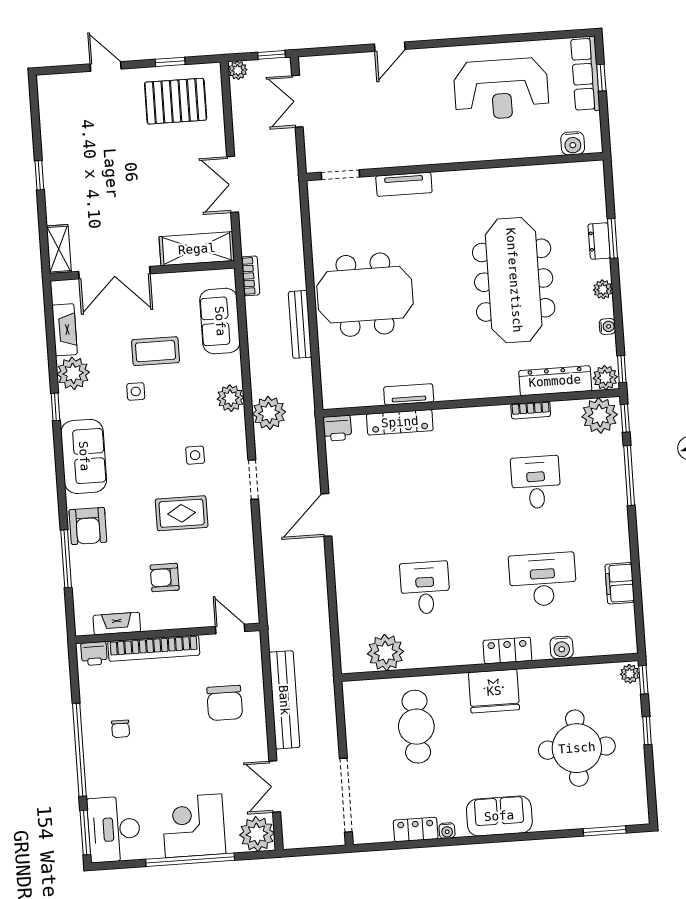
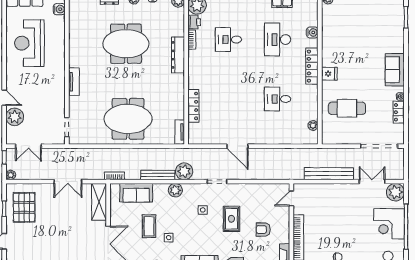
plant: (353, 70) -> (15, 117), added
reception desk: (501, 89) -> (29, 43), turned 180
tv unit: (404, 184) -> (74, 82), moved
meeting table: (514, 280) -> (126, 44), width x0.73
meeting table: (365, 295) -> (128, 119), turned 90
bench: (300, 324) -> (158, 175), moved
dresser: (555, 381) -> (178, 55), moved
tv unit: (409, 394) -> (180, 132), moved
printer: (337, 428) -> (194, 22), moved
armchair: (165, 578) -> (263, 230), turned 90
locker: (507, 650) -> (312, 66), width x1.53
plant: (386, 653) -> (313, 125), width x0.53, depth x0.53
fridge: (494, 691) -> (329, 74), width x0.53, depth x0.75
chair: (225, 703) -> (328, 204), removed
round table: (577, 748) -> (363, 28), removed
double door: (275, 786) -> (372, 182), swing flipped

